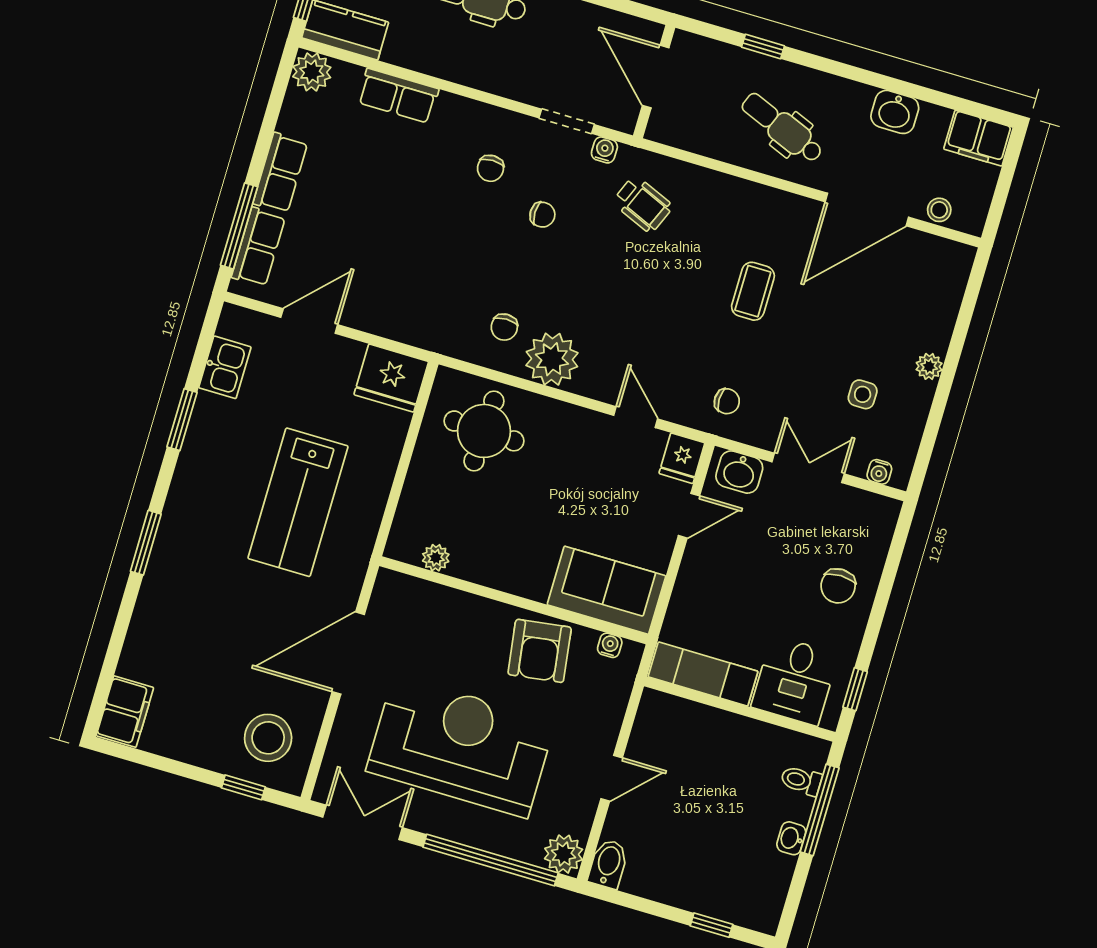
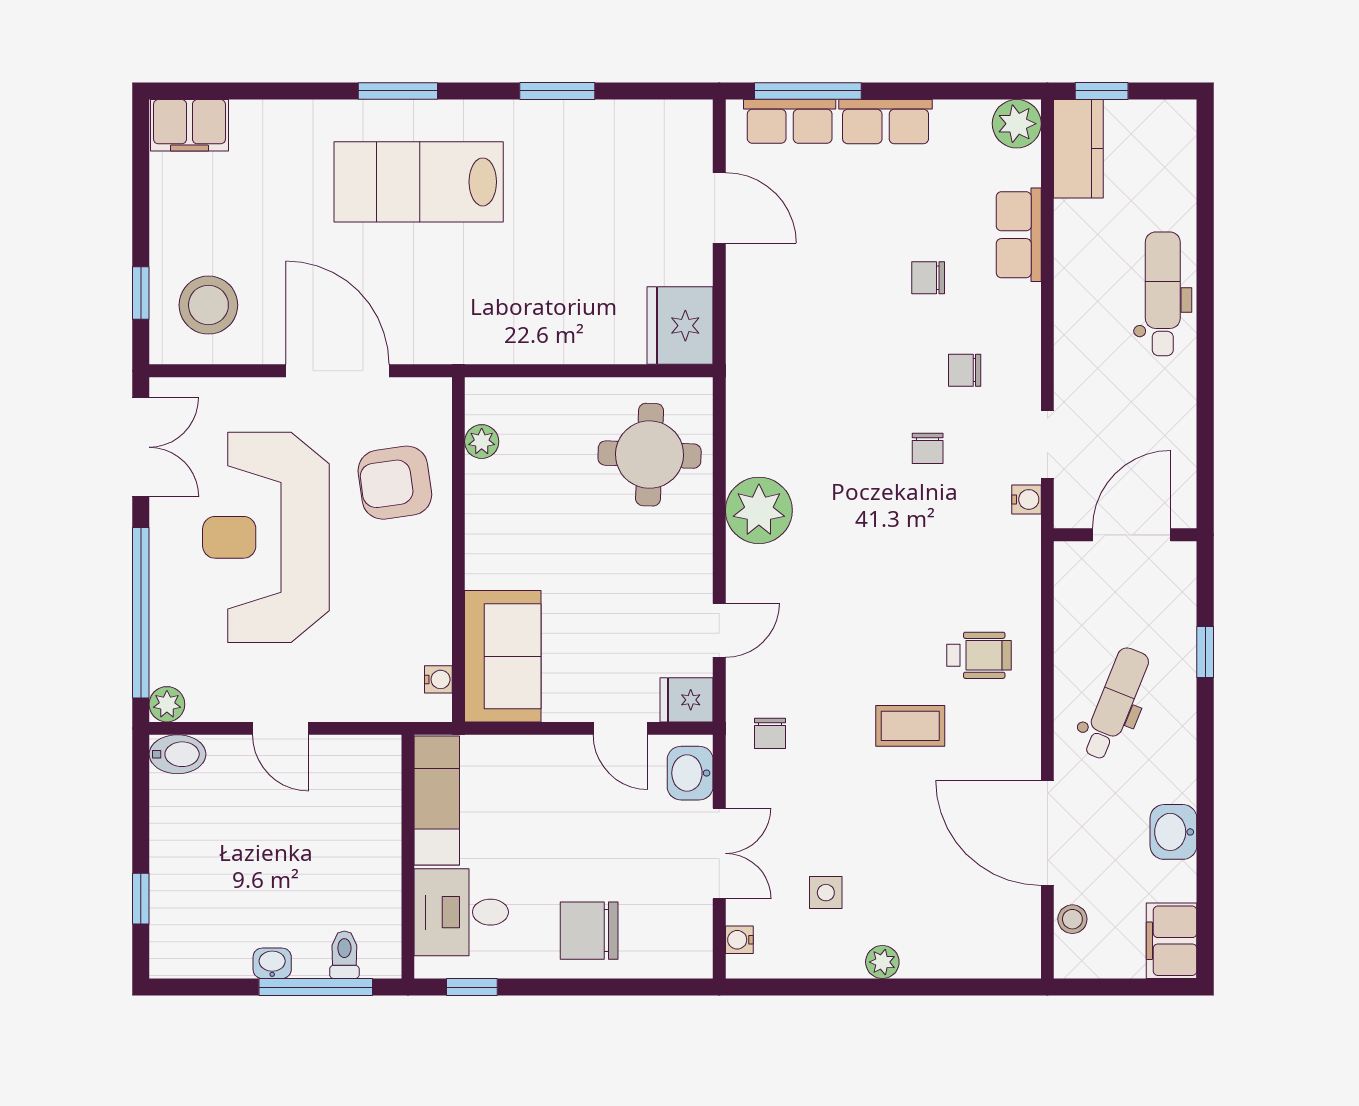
wheelchair: (643, 204) -> (979, 655), moved, turned -113
chair: (504, 327) -> (928, 278), moved
kitchen sink: (225, 367) -> (635, 124), removed
lab bench: (298, 502) -> (419, 182), moved
chair: (838, 586) -> (589, 931), width x1.37, depth x1.37
armchair: (540, 651) -> (395, 483), moved
reception desk: (461, 746) -> (266, 537), turned 180
plant: (564, 854) -> (167, 704), width x0.73, depth x0.73

